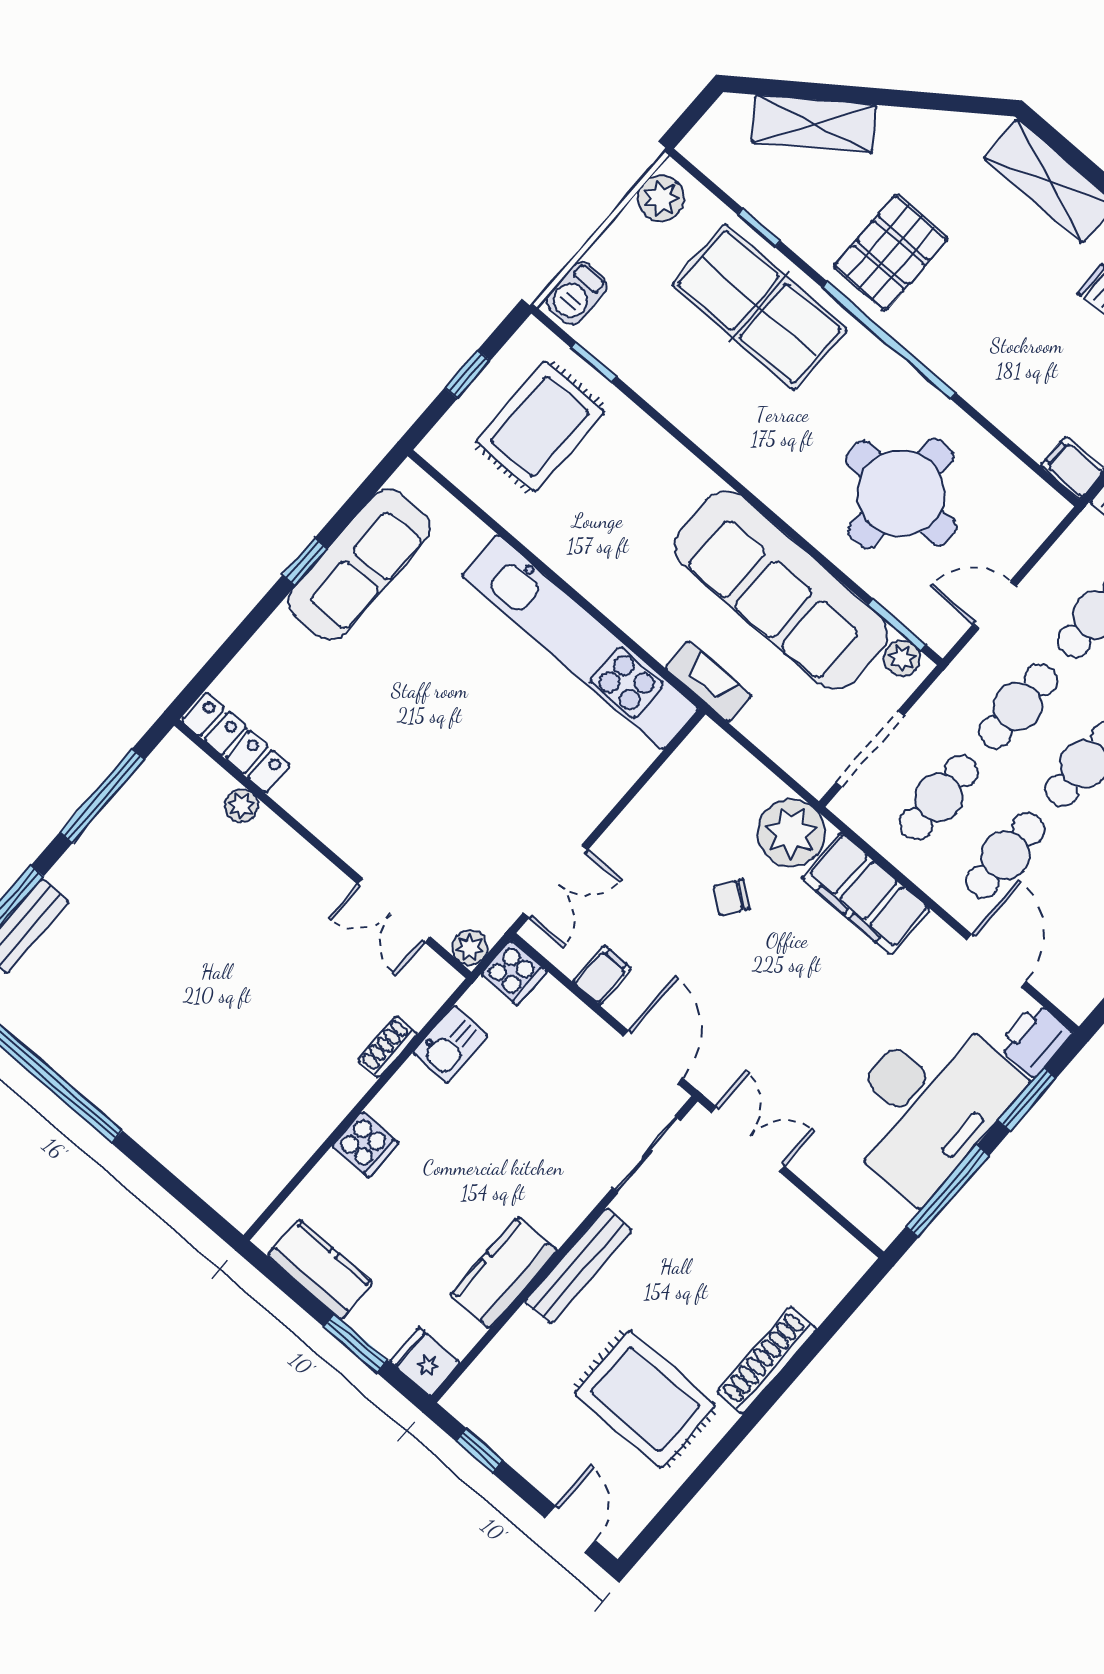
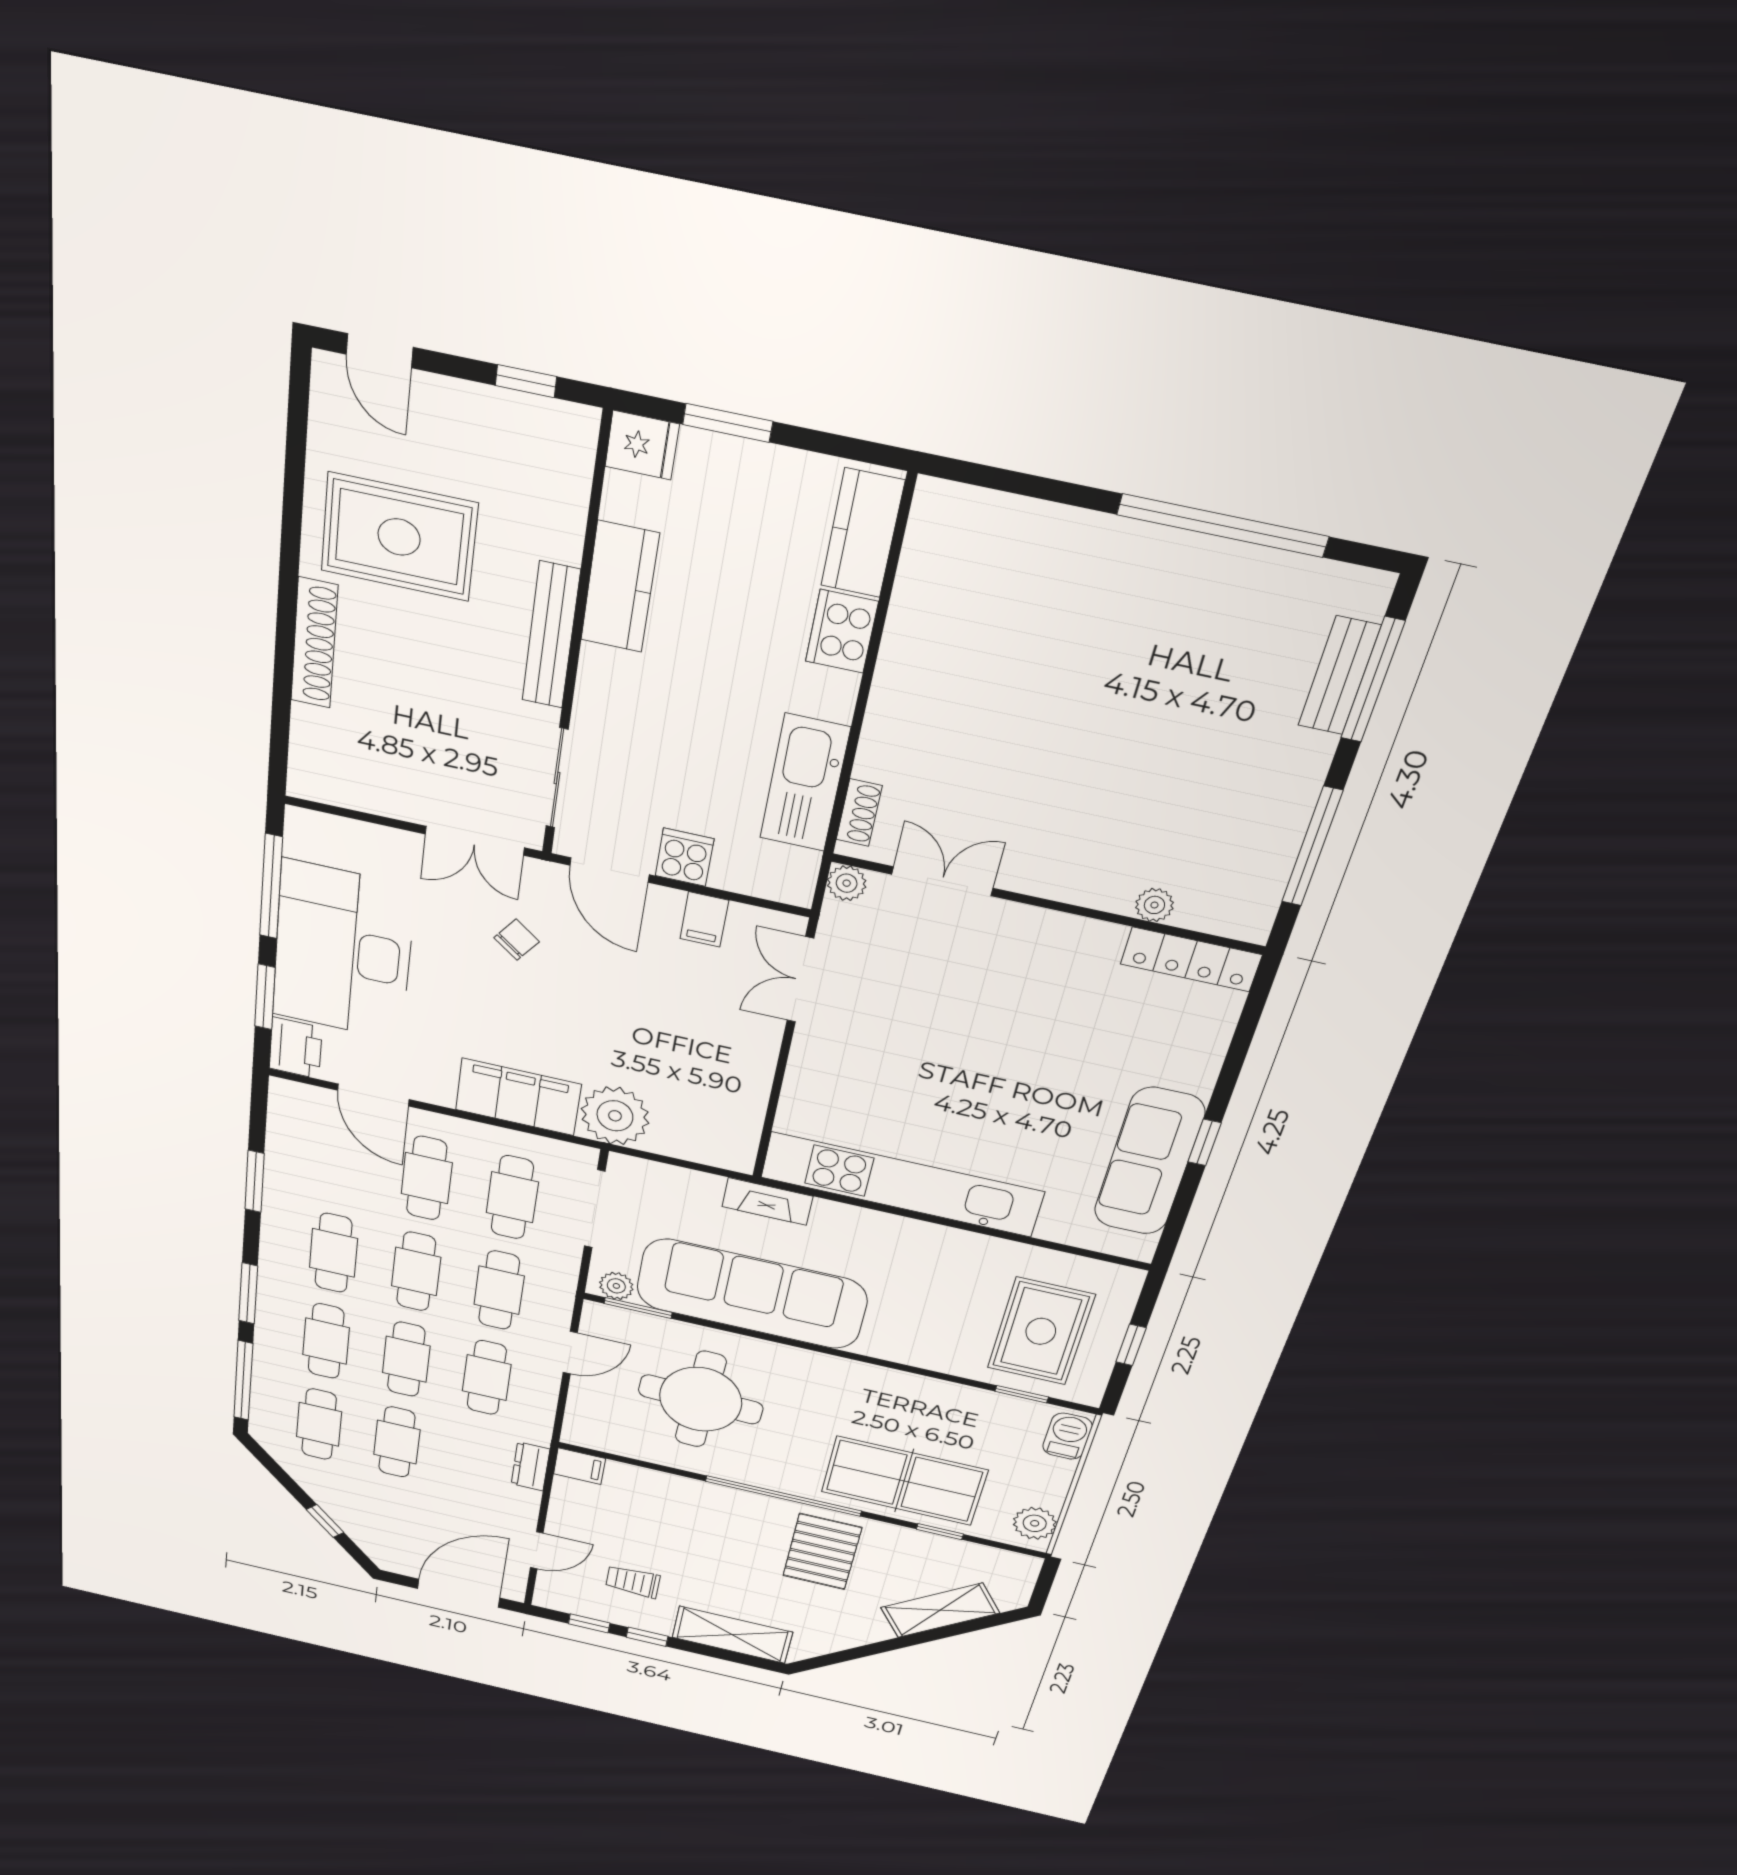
chair: (731, 897) -> (517, 940), moved
cooker: (514, 973) -> (685, 857), moved, turned 90
kitchen sink: (450, 1044) -> (805, 783), width x1.88, depth x1.24
shoe rack: (387, 1047) -> (859, 813), moved
cooker: (365, 1145) -> (842, 631), width x1.36
kitchen counter: (320, 1269) -> (863, 533), moved, turned 90

